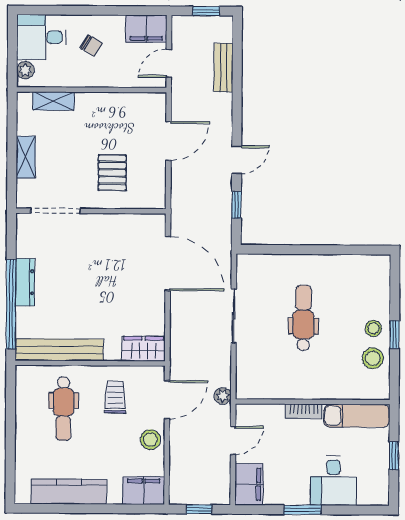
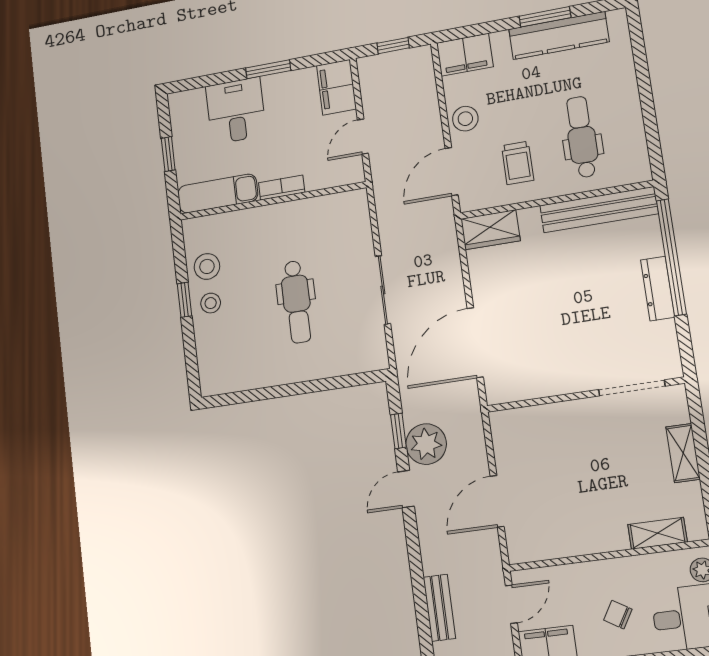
pallet: (112, 173) -> (564, 449), removed
door: (168, 263) -> (475, 343), hinge flipped
plant: (223, 396) -> (426, 444), moved, width x1.88, depth x1.88
window: (77, 509) -> (545, 17), added

